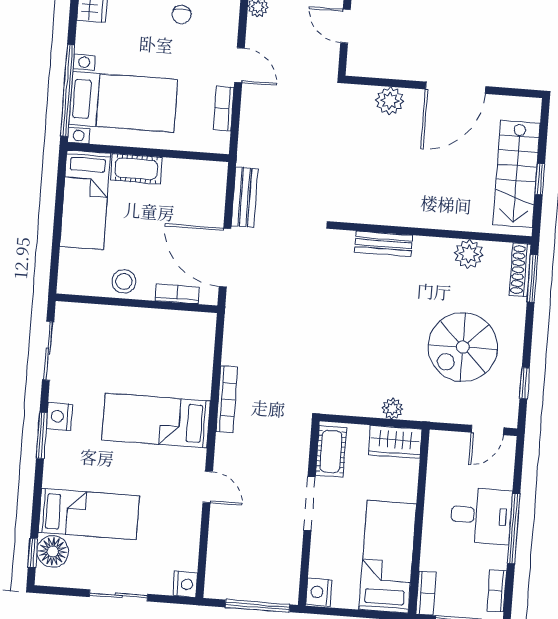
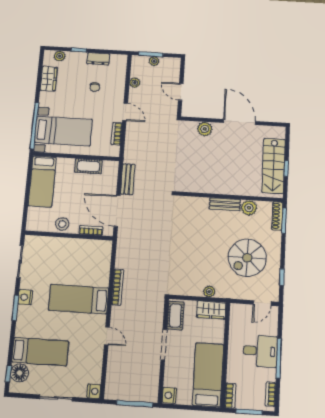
door: (456, 88) -> (240, 122), swing flipped
cot: (136, 169) -> (89, 166), moved
bench: (383, 244) -> (225, 204), moved

